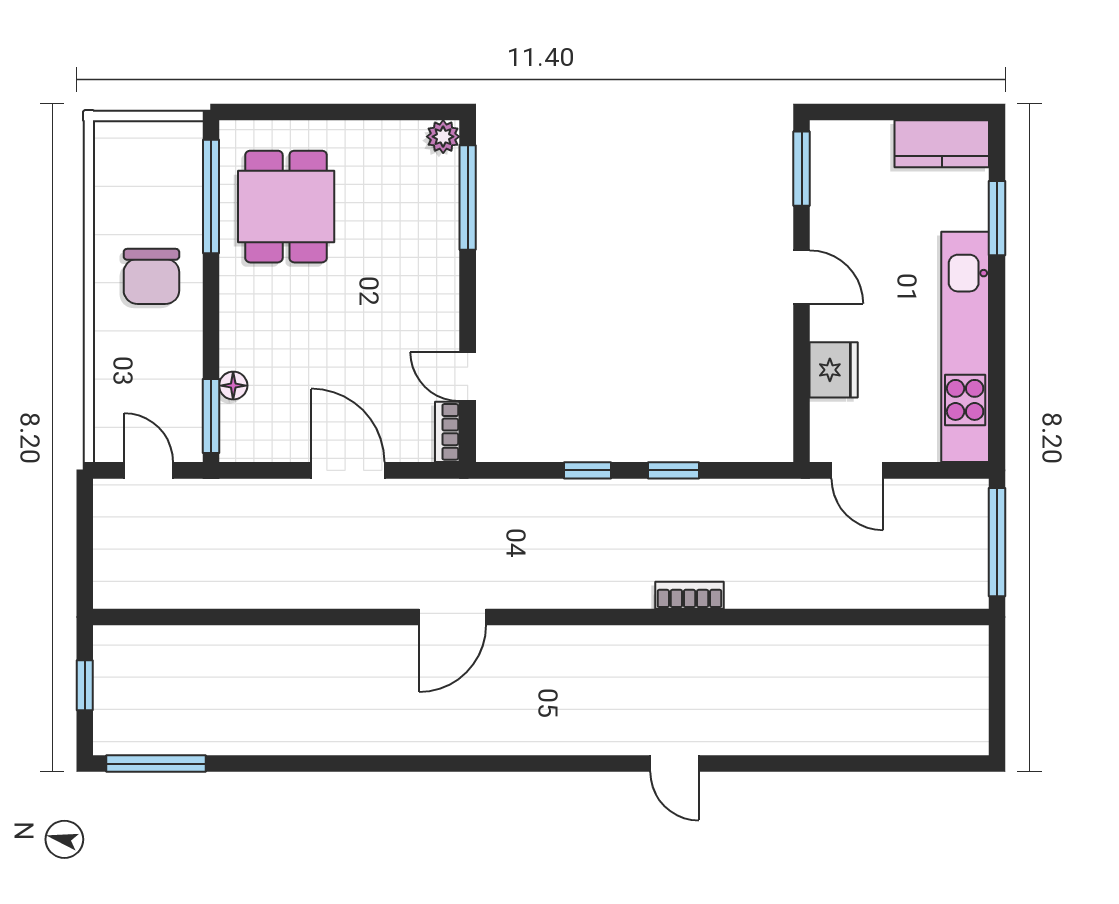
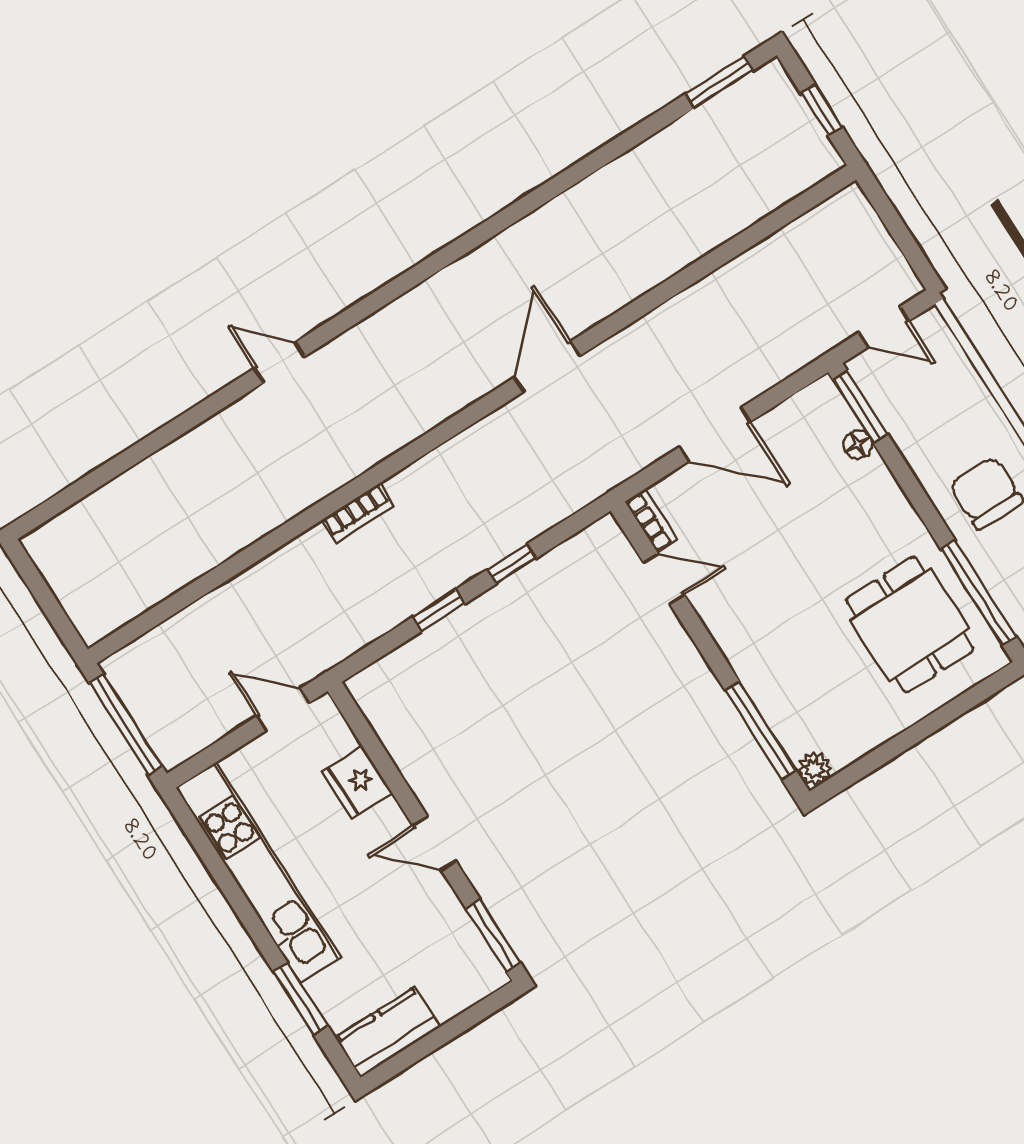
window: (156, 764) -> (719, 82), width x0.69

